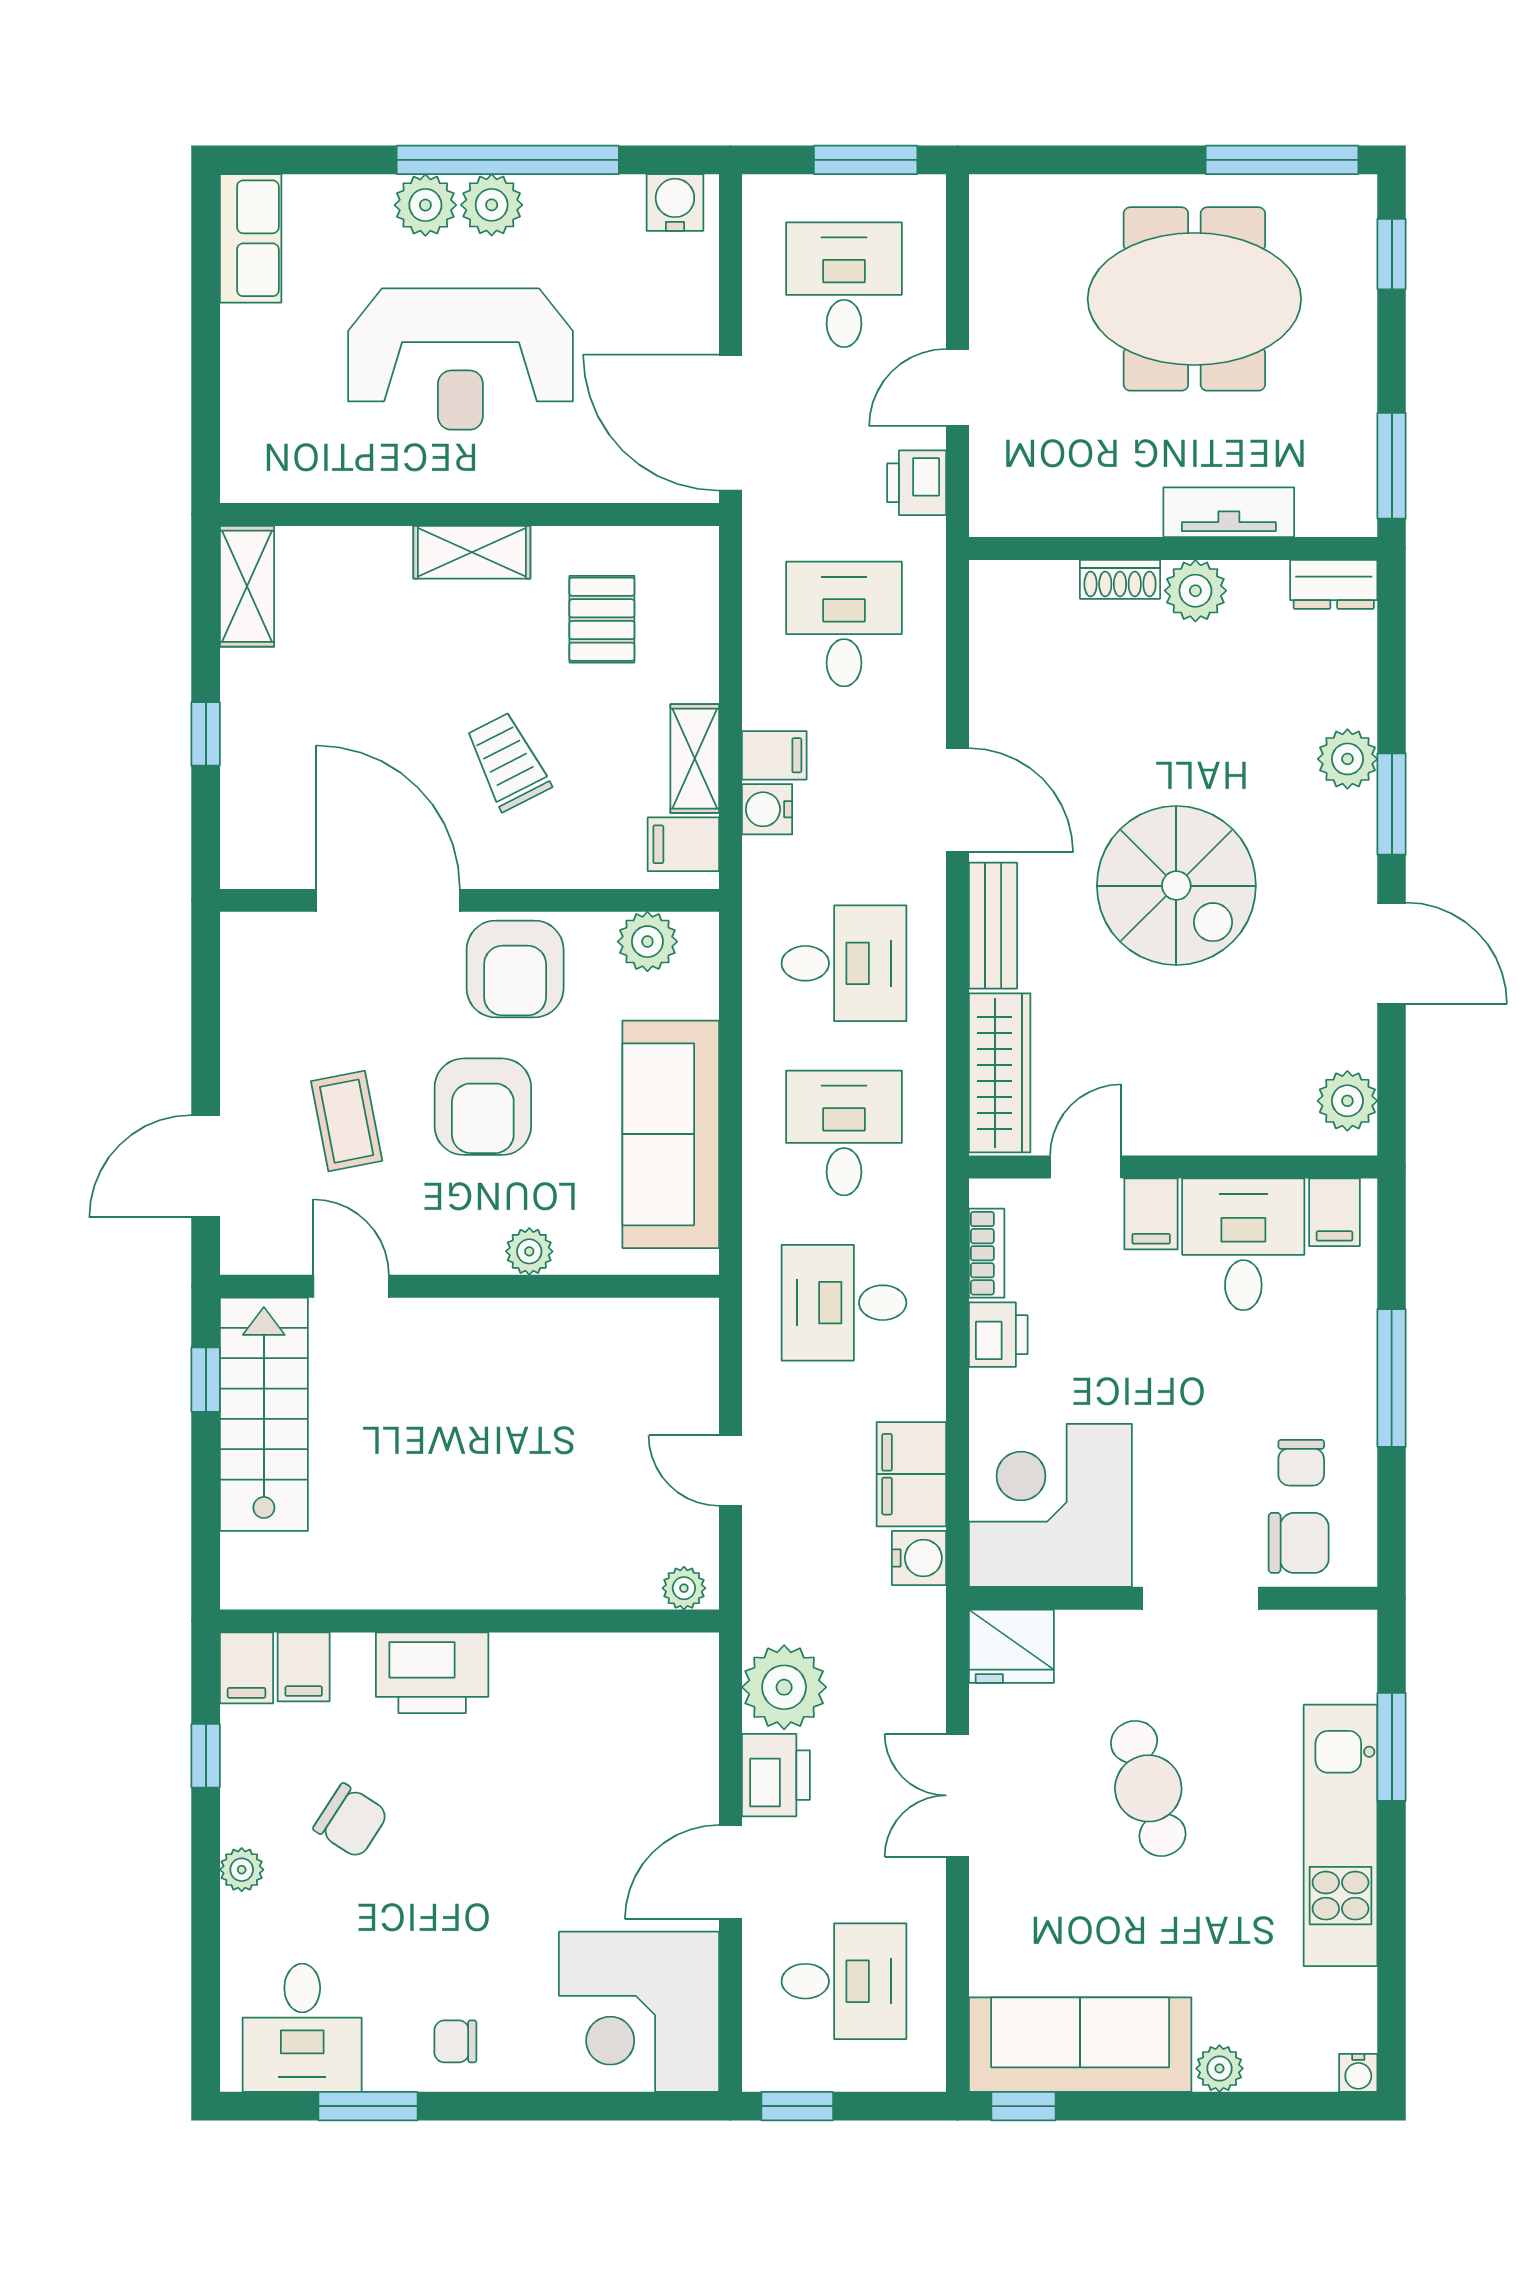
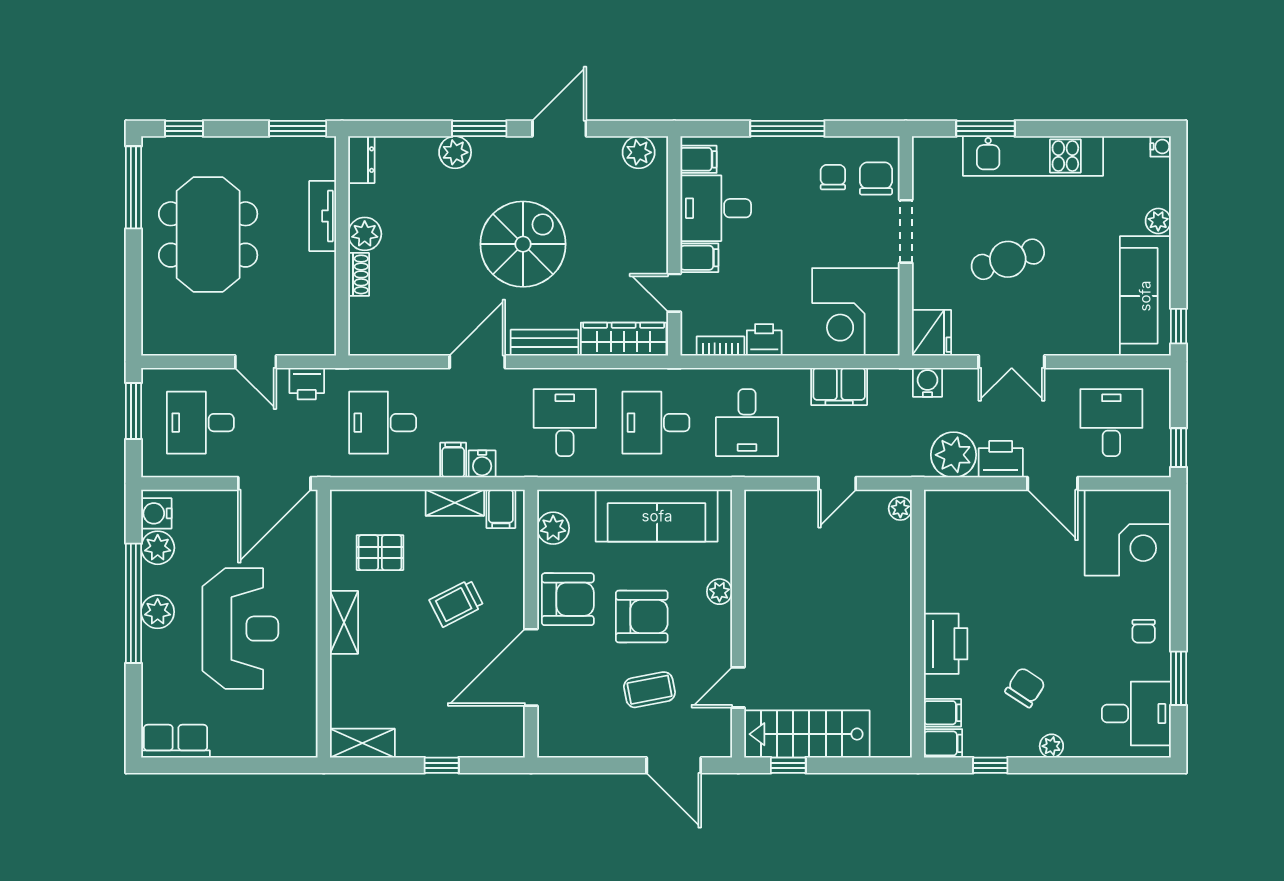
plant: (425, 205) -> (158, 548), moved
chair: (1301, 1463) -> (833, 177), turned -90
water cooler: (919, 1558) -> (927, 382), moved

